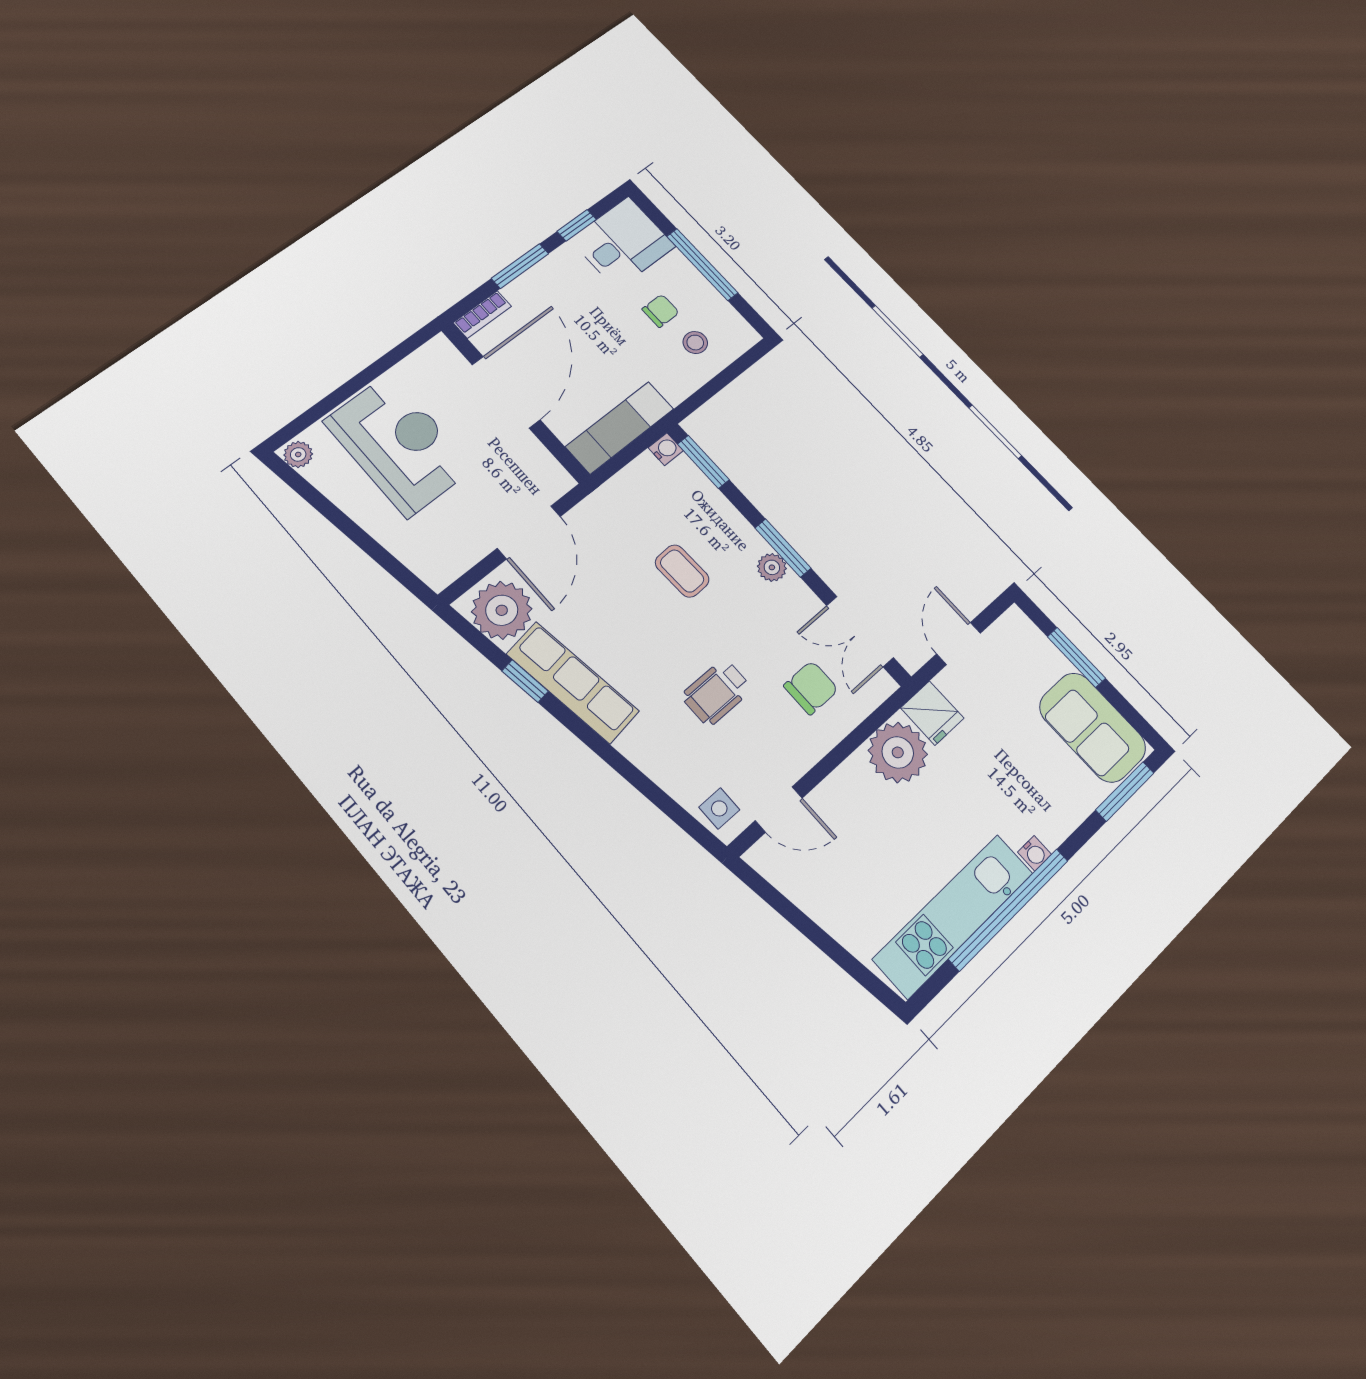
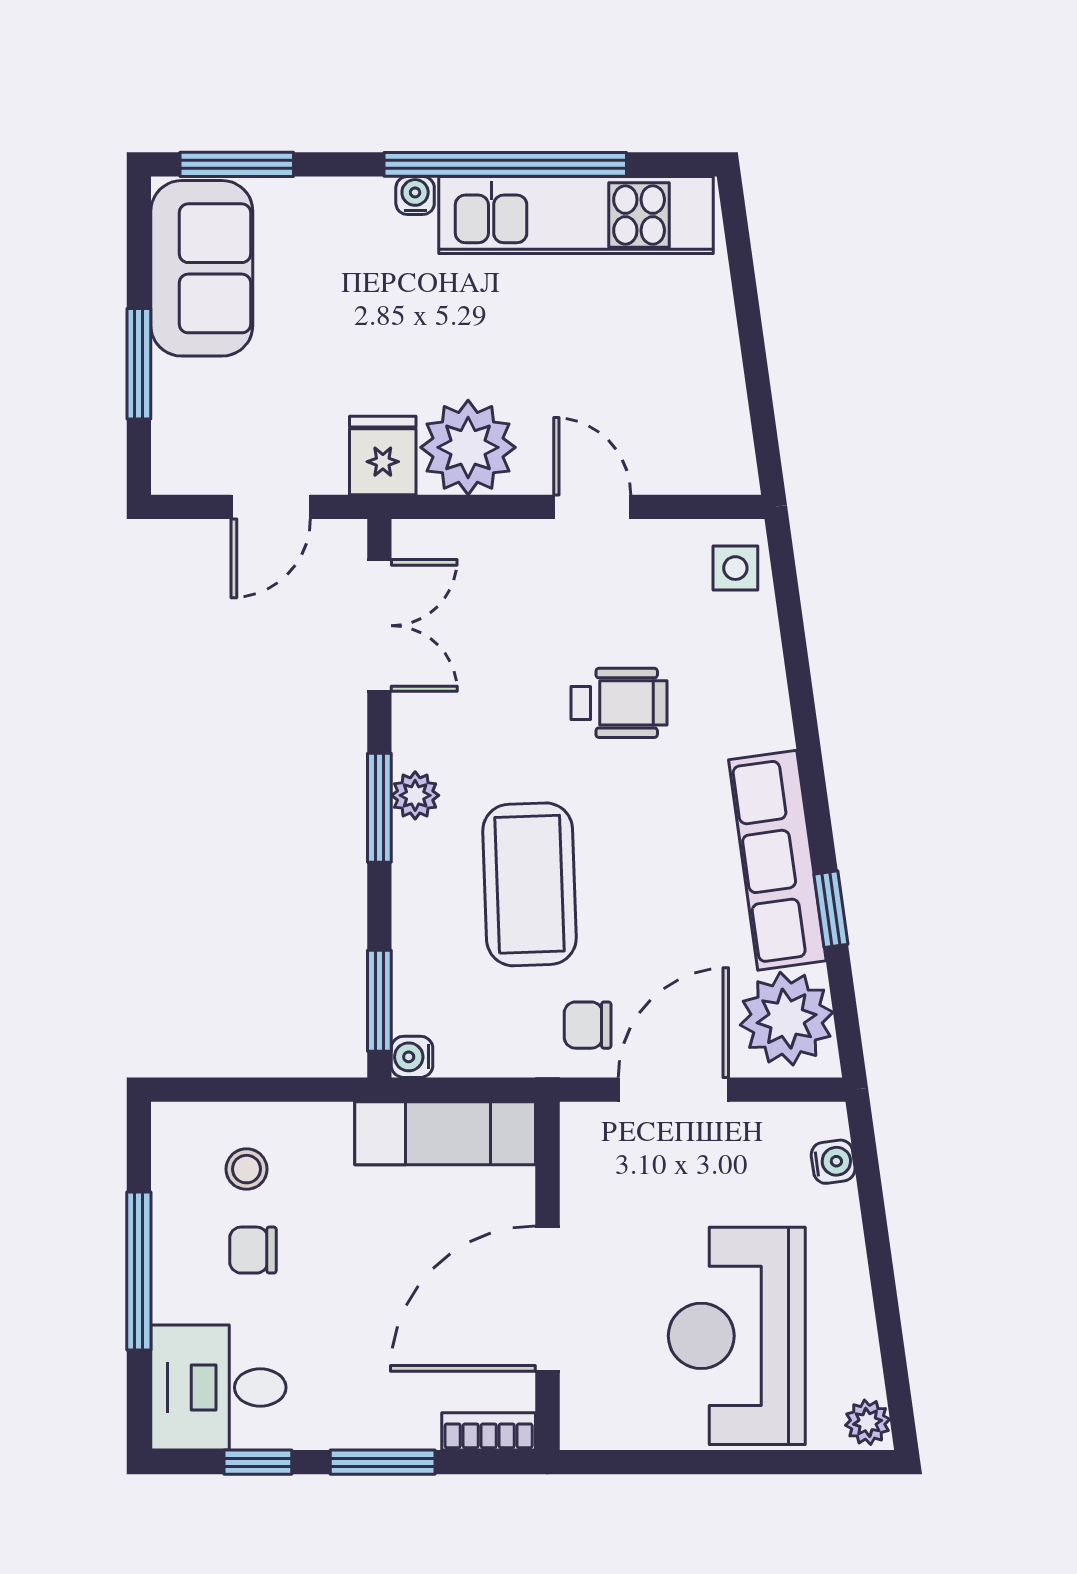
water cooler: (420, 561) -> (833, 1162), added
coffee table: (682, 571) -> (530, 884), width x1.86, depth x1.72
chair: (811, 688) -> (588, 1025), moved, width x0.73, depth x0.73
door: (779, 809) -> (592, 507), moved

